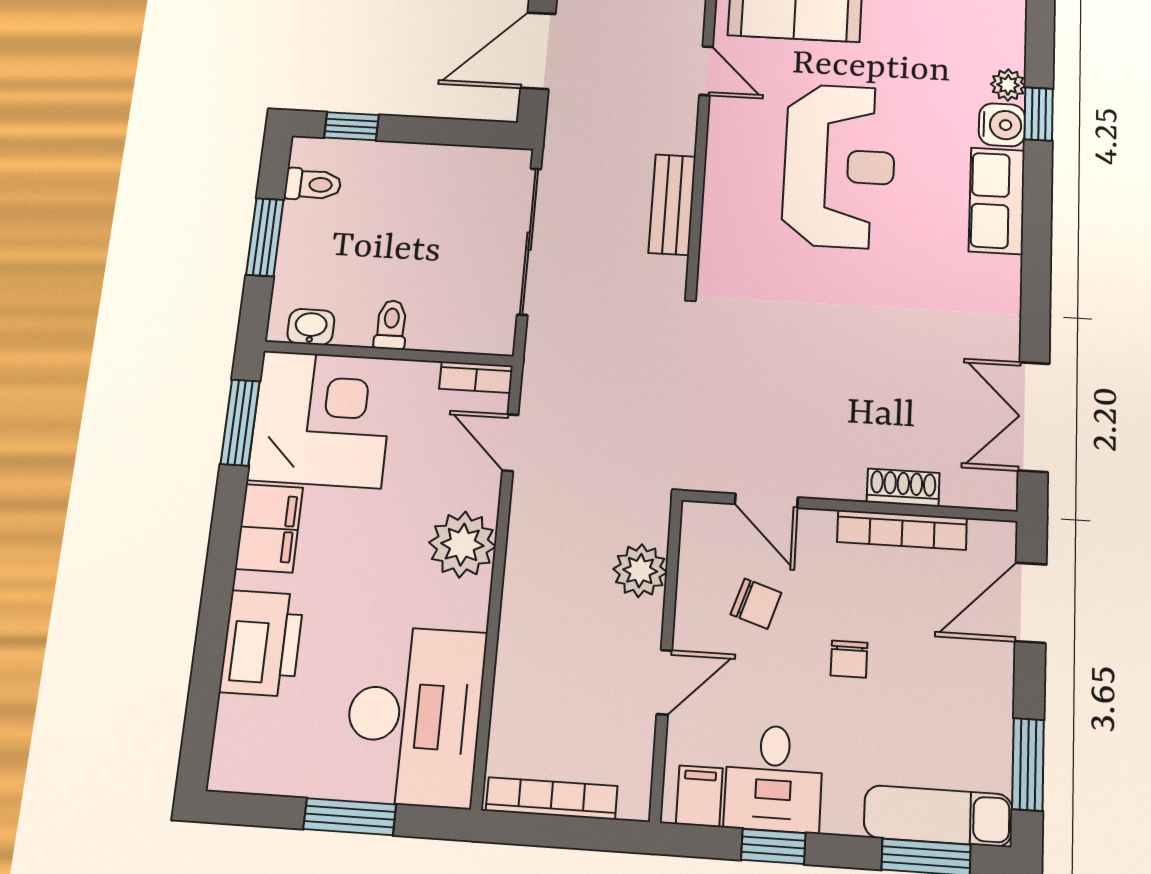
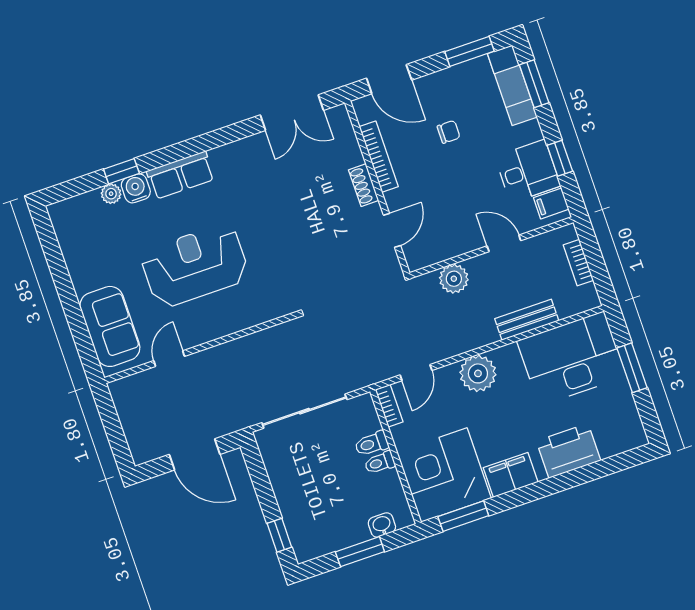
toilet: (313, 184) -> (372, 444), moved, turned -90
bench: (672, 204) -> (527, 320), moved
washbasin: (311, 327) -> (382, 525), moved, turned 90
shoe rack: (903, 488) -> (364, 185), moved
chair: (756, 604) -> (446, 214), removed
chair: (849, 659) -> (449, 132), moved
bookcase: (552, 798) -> (578, 263), width x0.64

